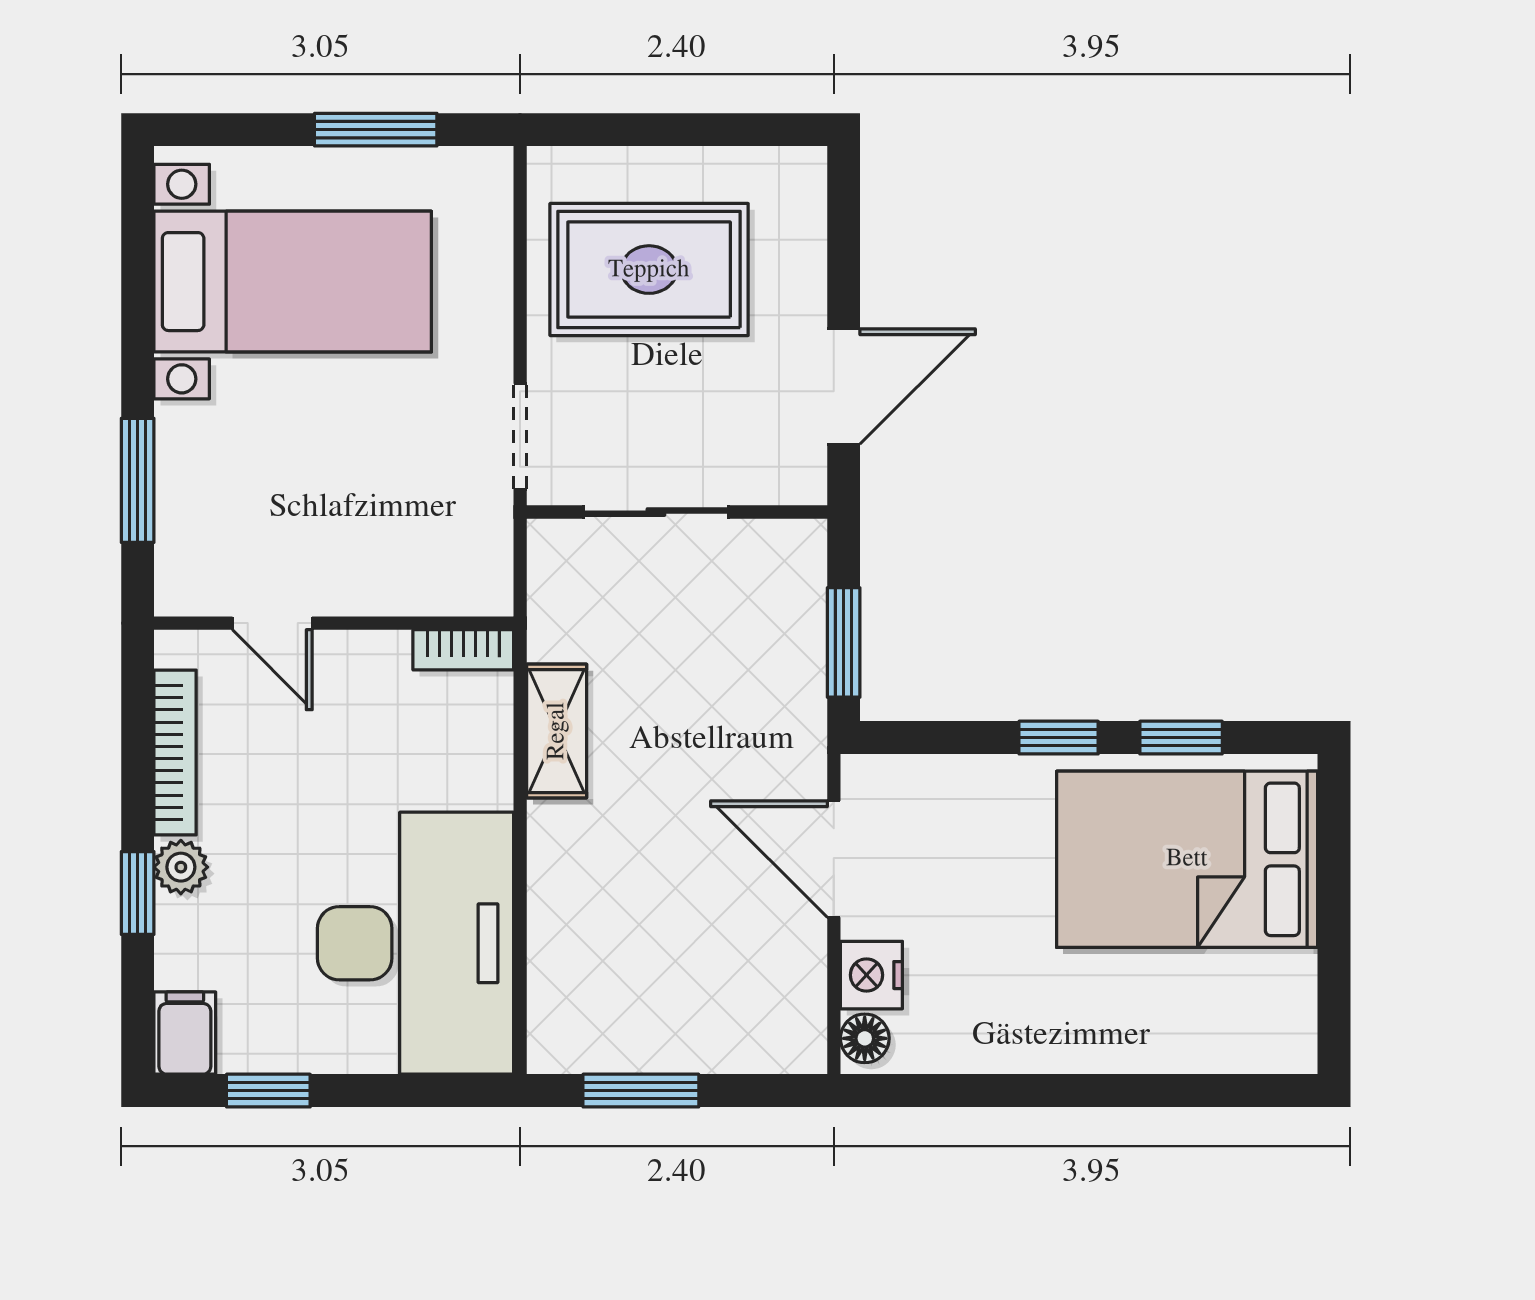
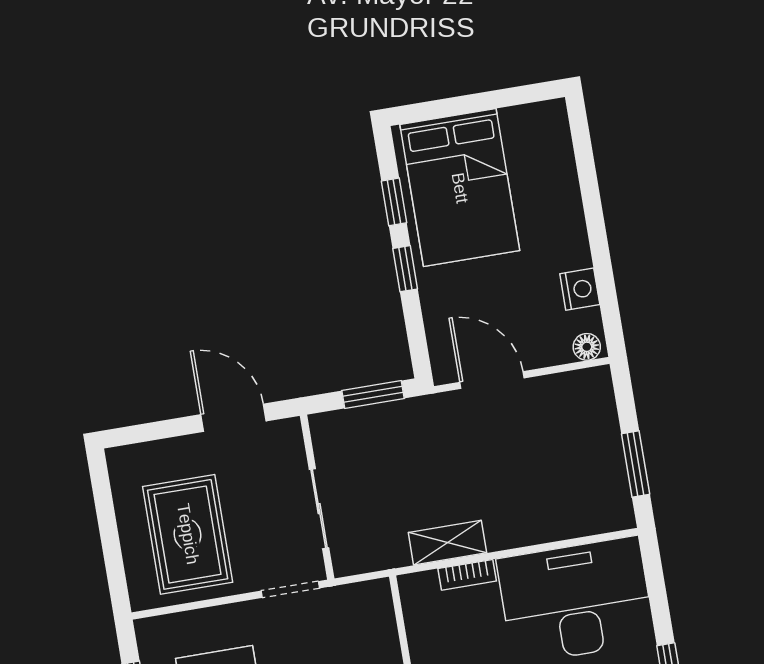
bookcase: (463, 650) -> (467, 575), moved, turned 90
door: (834, 859) -> (492, 380), swing flipped
nightstand: (871, 975) -> (580, 289), moved, turned -90

